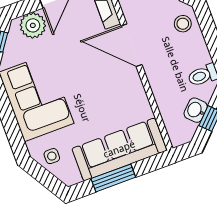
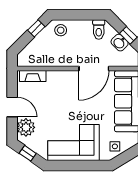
door: (132, 45) -> (94, 68), moved

